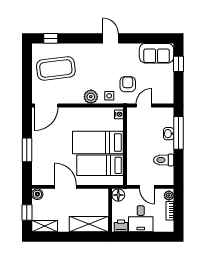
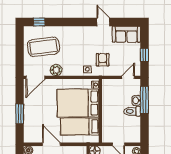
door: (111, 38) -> (103, 22), moved
window: (179, 64) -> (144, 55), moved
plant: (91, 97) -> (56, 70), moved
door: (144, 106) -> (128, 77), moved
bed: (98, 143) -> (78, 103), width x1.50
toilet: (164, 160) -> (132, 111), moved

